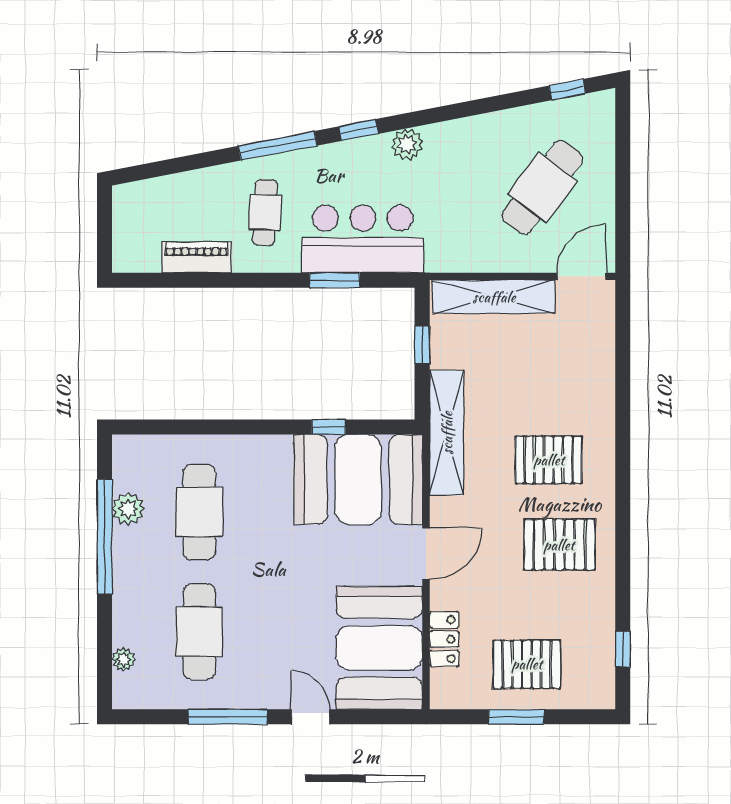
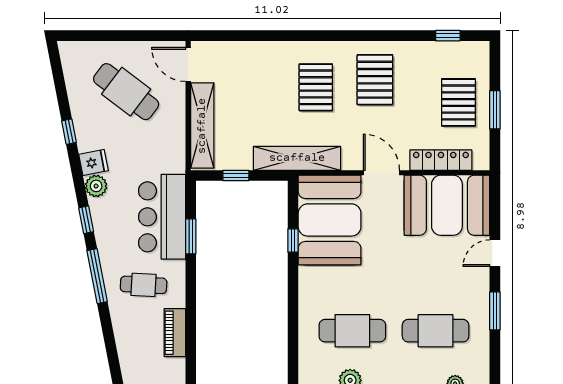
window: (567, 90) -> (69, 132), moved
fridge: (441, 141) -> (94, 162), added
locker: (444, 639) -> (441, 160), width x1.53
window: (228, 717) -> (495, 311), width x0.69

